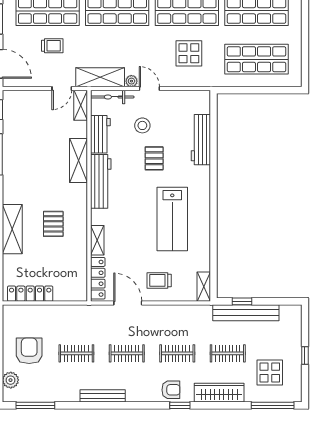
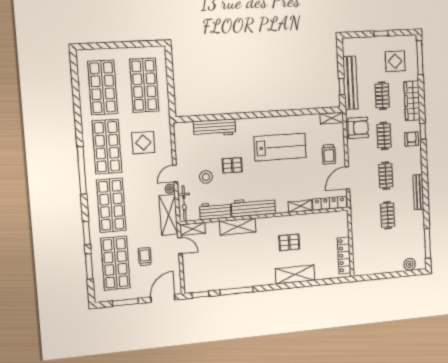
armchair: (29, 351) -> (358, 128), moved, turned 180

